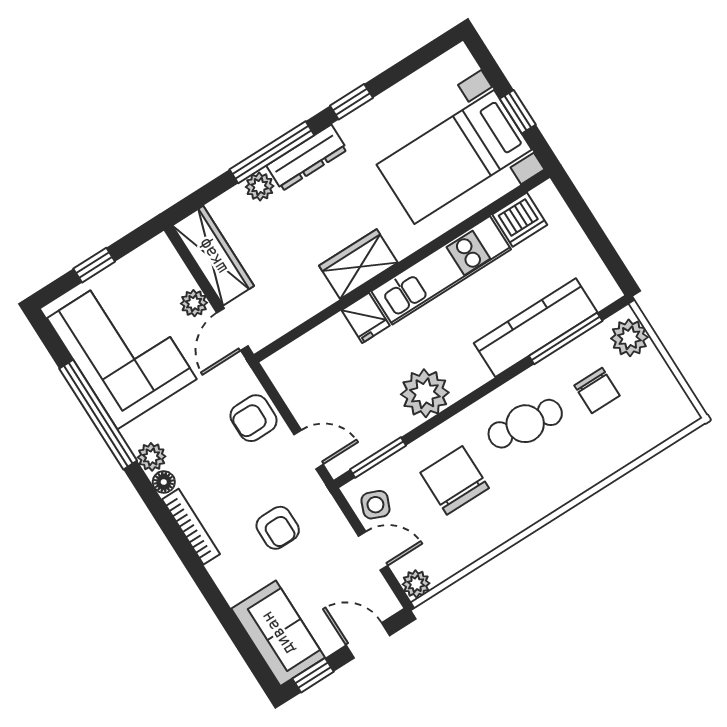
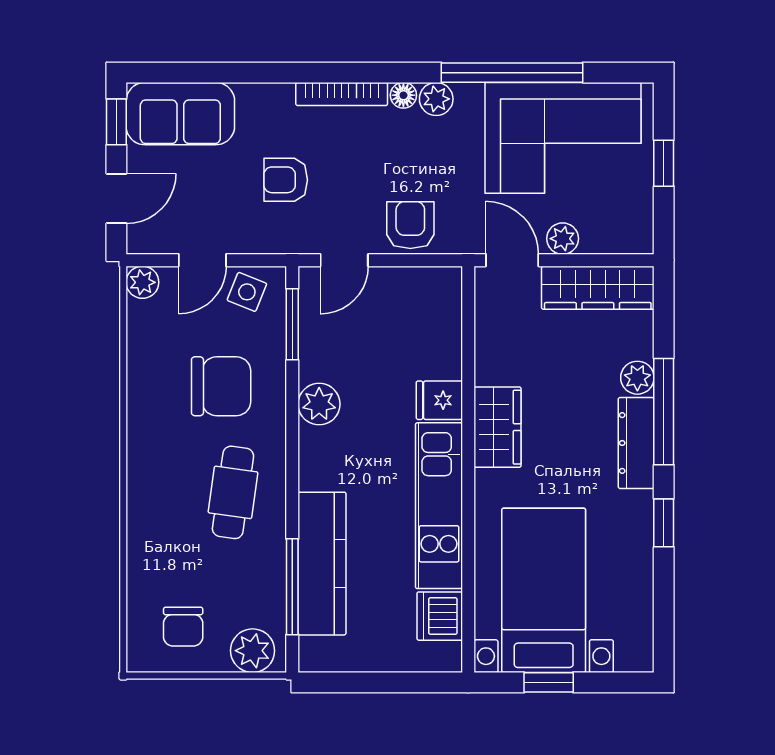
chair: (597, 391) -> (183, 627), moved, turned -90
plant: (425, 393) -> (319, 404), width x0.73, depth x0.73

